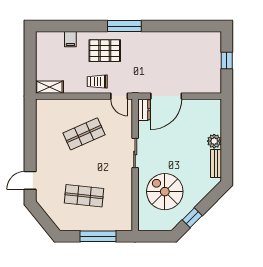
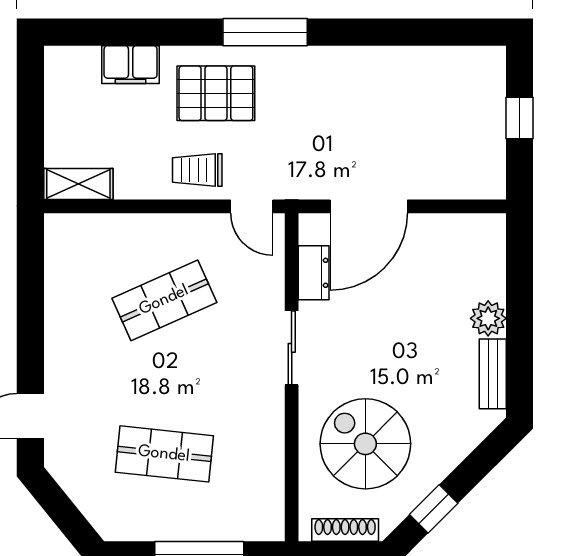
filing cabinet: (70, 39) -> (131, 65), width x2.00
dresser: (144, 110) -> (314, 273), moved
shoe rack: (157, 226) -> (345, 530), added

